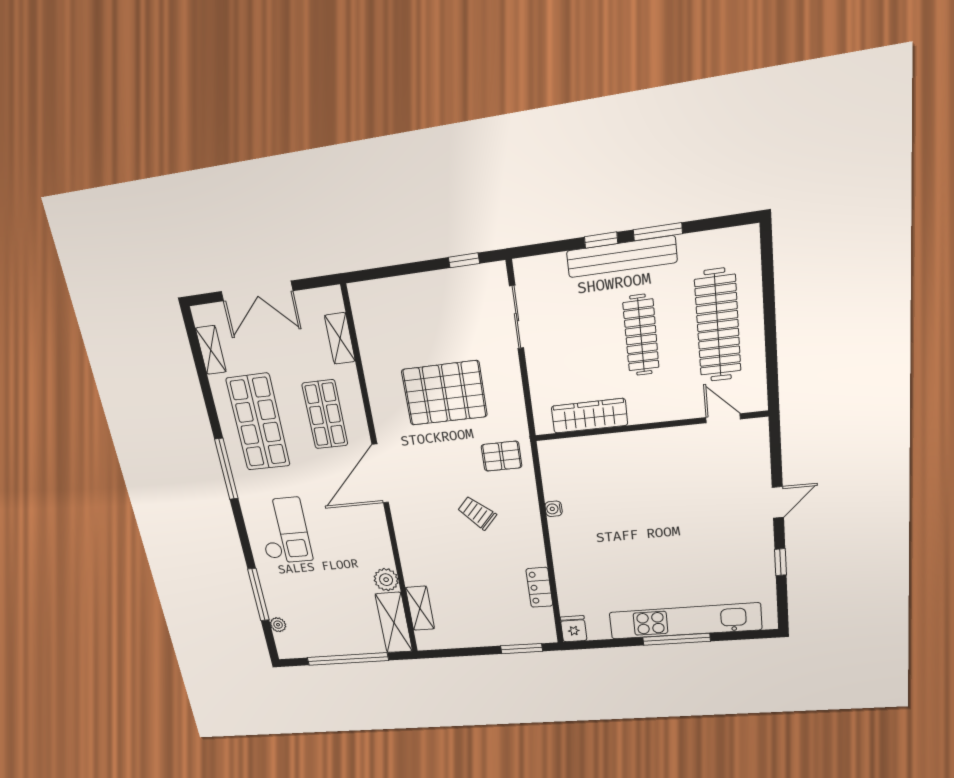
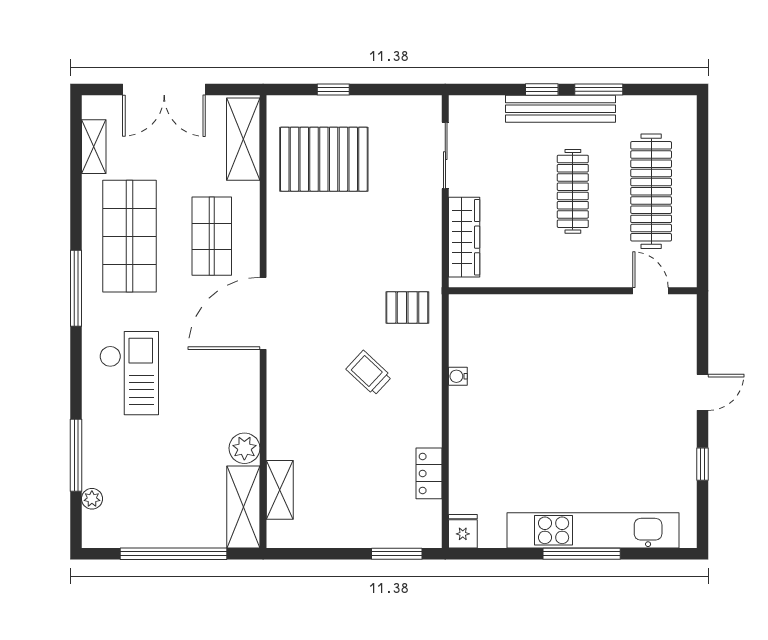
window: (464, 260) -> (333, 90), moved
shelving: (340, 338) -> (243, 139), width x1.50, depth x1.33
pallet: (444, 393) -> (324, 159), moved
wardrobe: (589, 416) -> (464, 237), moved, turned 90

